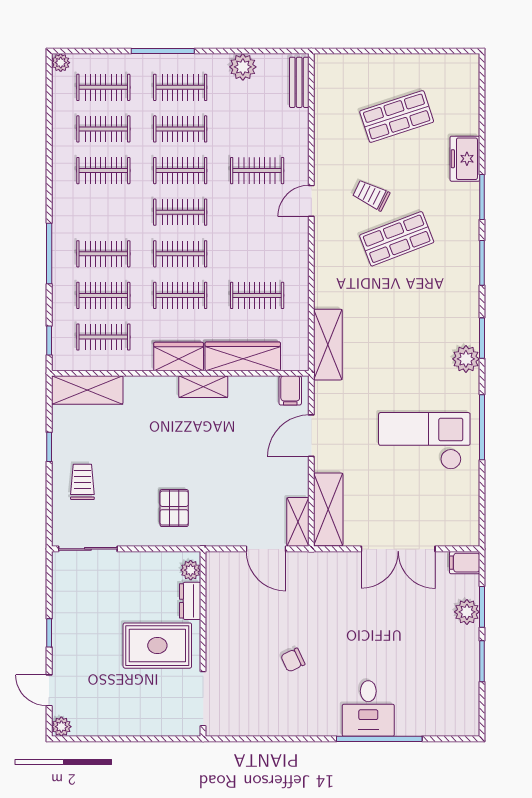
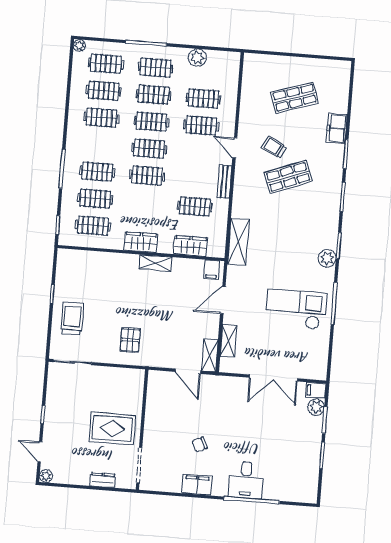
bench: (299, 82) -> (224, 182), moved
door: (311, 201) -> (235, 148), hinge flipped
clothes rail: (180, 295) -> (203, 99), moved
wardrobe: (243, 356) -> (191, 246), width x0.67
shelving: (87, 390) -> (80, 259), removed
trolley: (82, 482) -> (72, 318), width x1.36, depth x1.39
shelving: (328, 509) -> (228, 341), width x0.67, depth x0.75
plant: (191, 570) -> (138, 381), removed
dresser: (190, 601) -> (103, 480), moved, turned 90
plant: (467, 612) -> (316, 407), moved
filing cabinet: (294, 722) -> (197, 485), added

